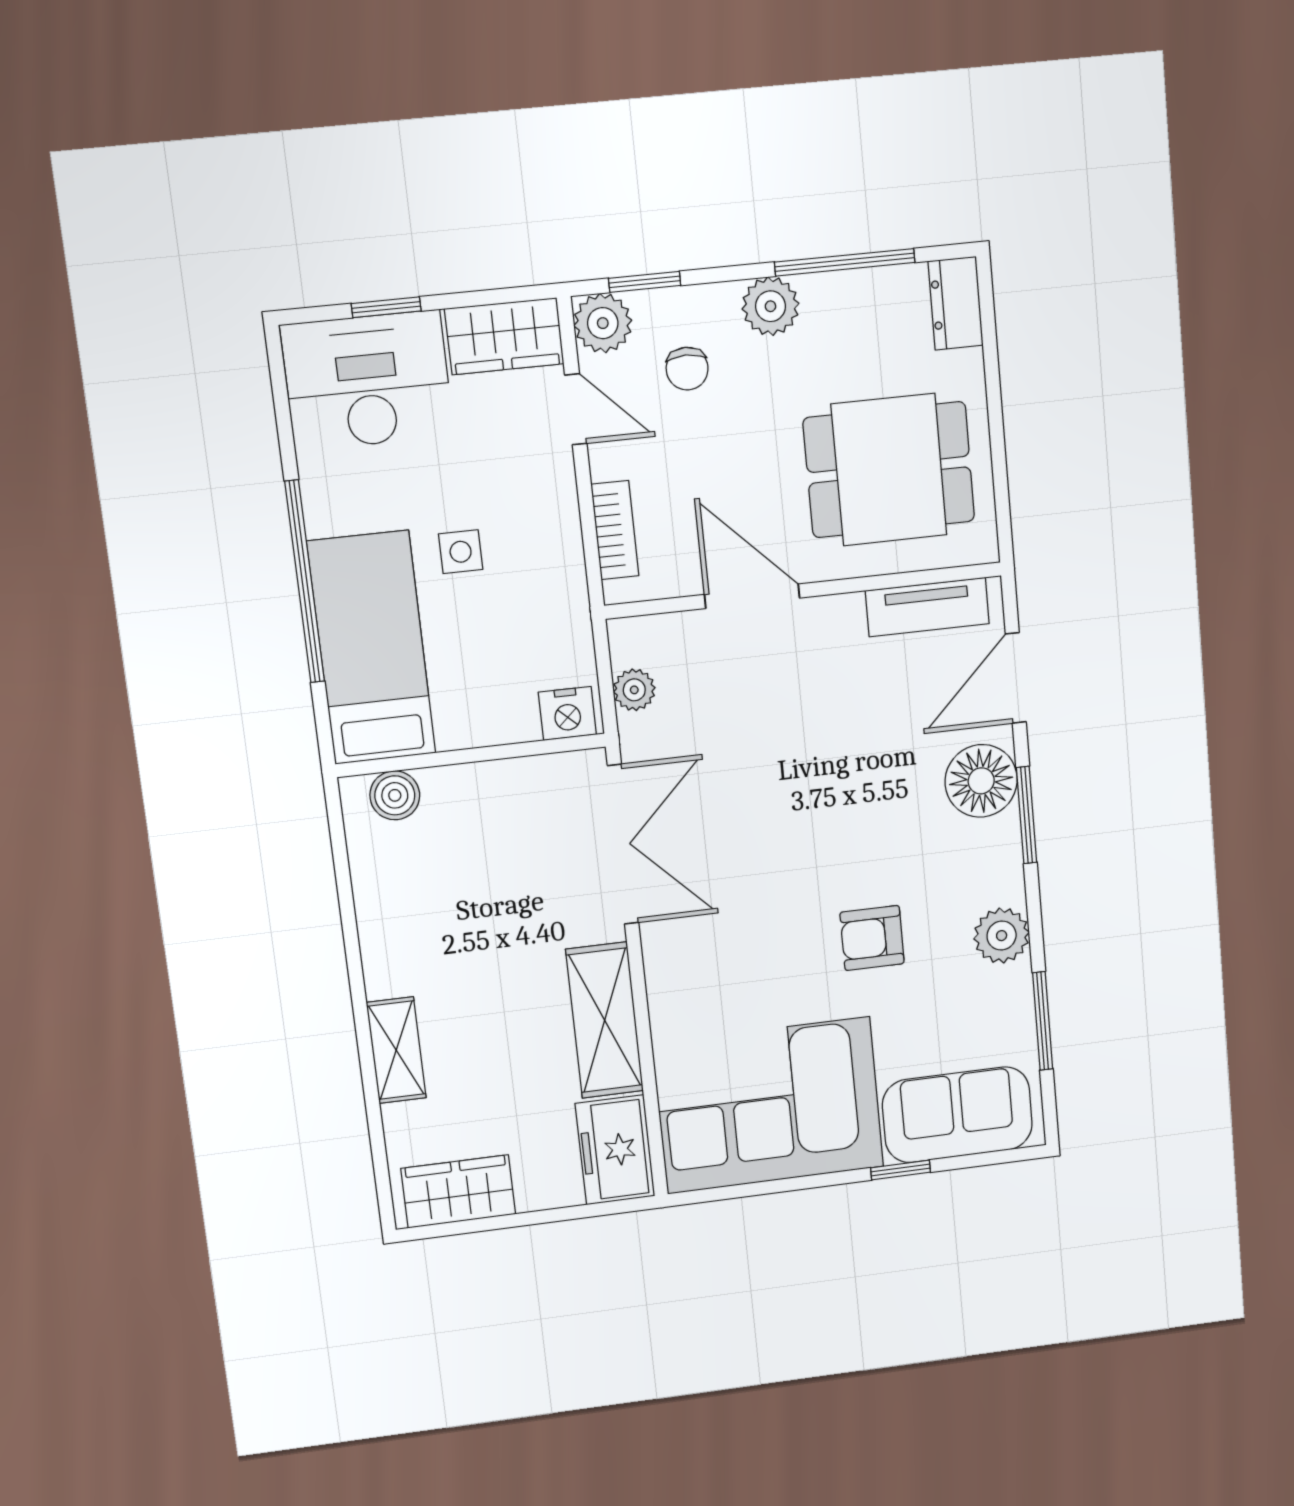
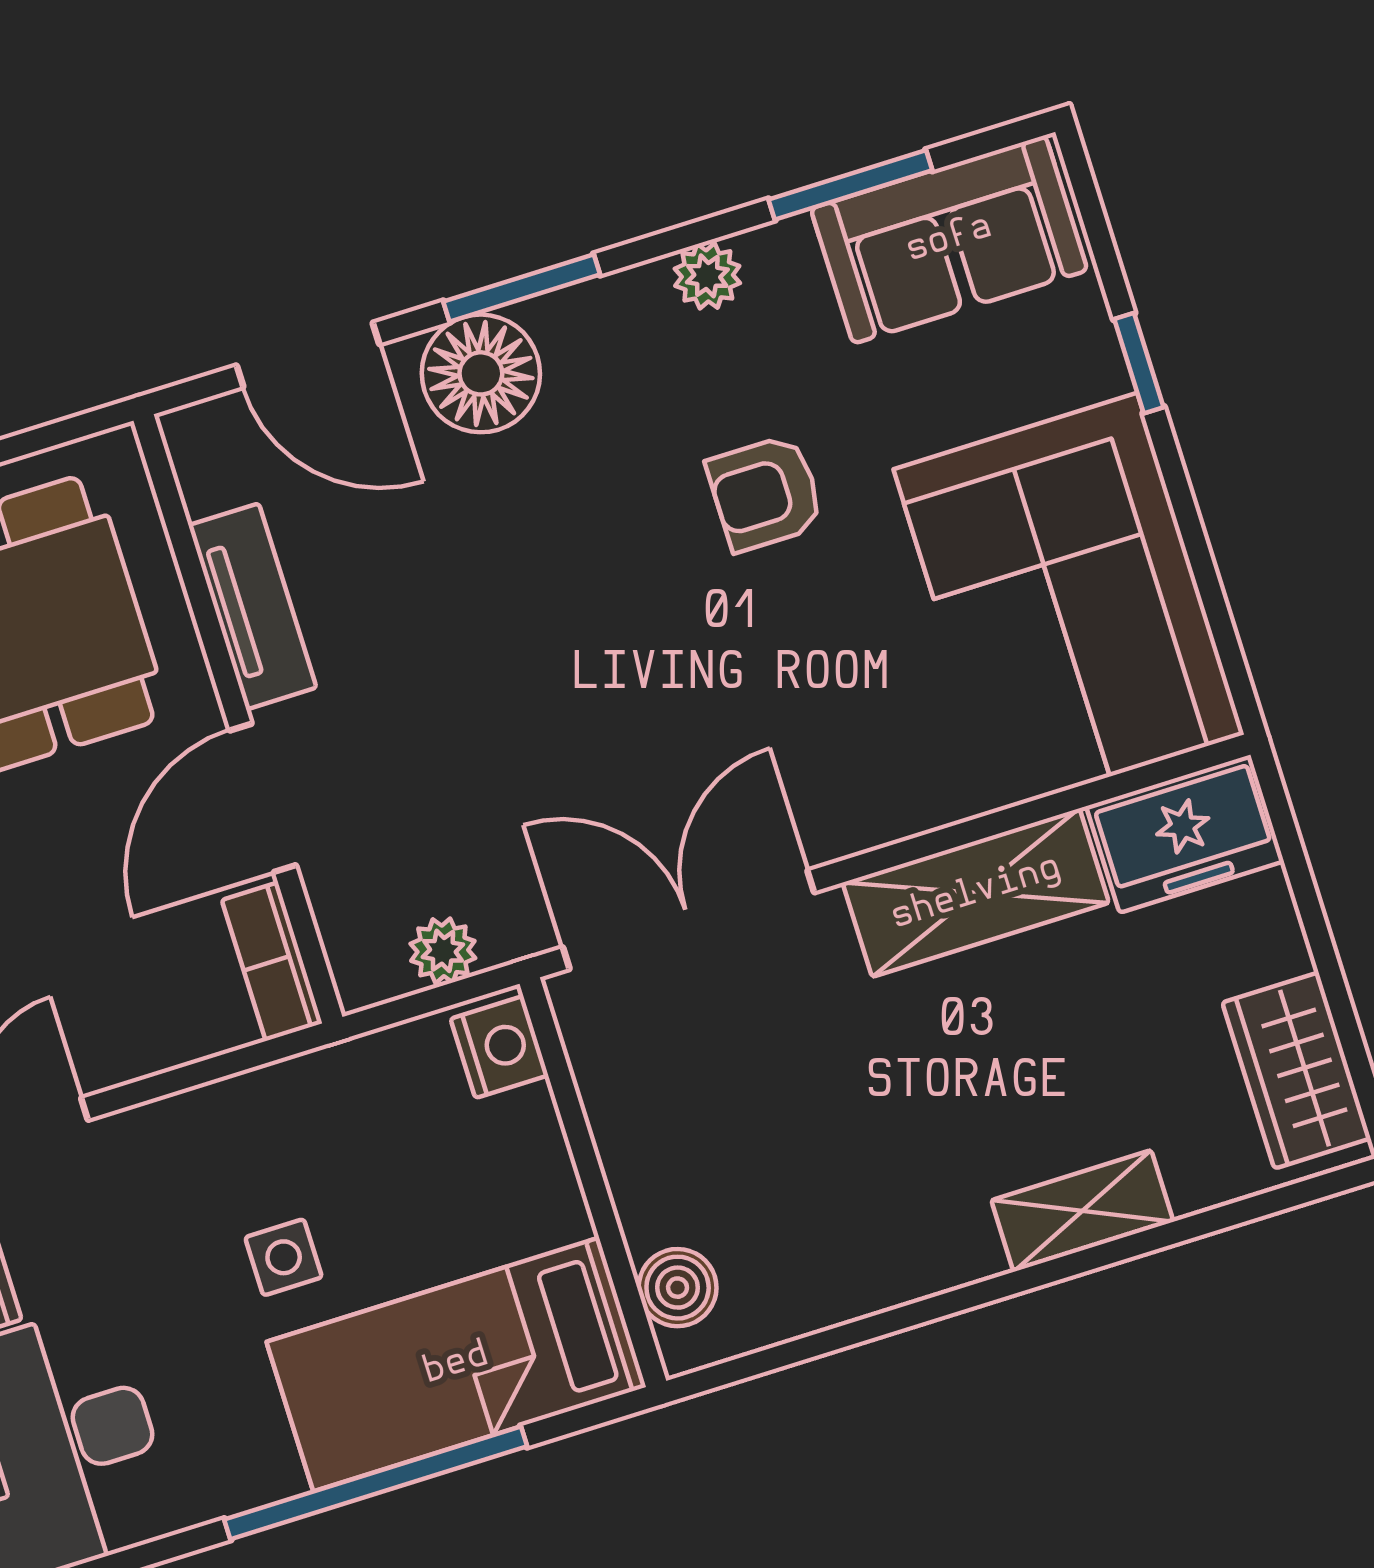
bookcase: (615, 530) -> (272, 962), moved, turned -90
tv unit: (927, 607) -> (252, 606), moved
plant: (1002, 936) -> (707, 276), width x0.73, depth x0.73
armchair: (872, 938) -> (765, 493), turned 90
sofa: (957, 1115) -> (949, 239), moved, turned -90

